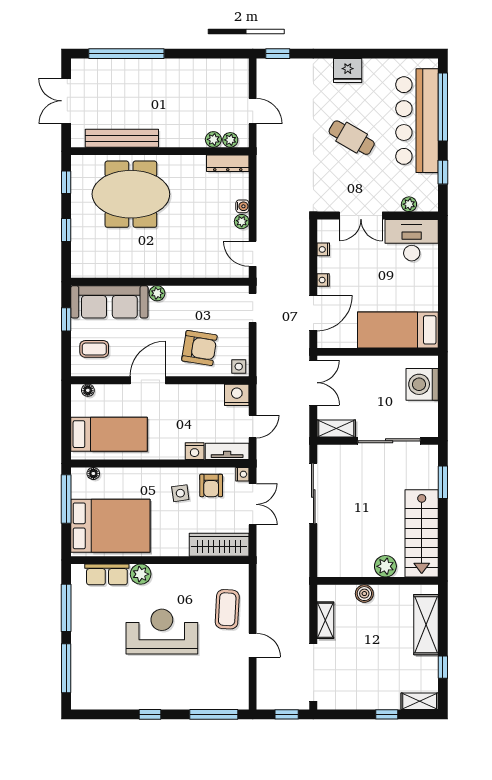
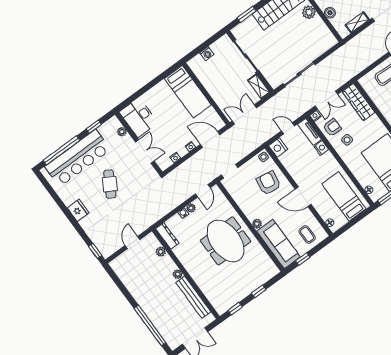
plant: (230, 140) -> (178, 274), moved
meeting table: (131, 194) -> (226, 241), moved
washing machine: (422, 384) -> (207, 54), width x0.53, depth x0.53
double door: (253, 504) -> (326, 100), swing flipped

